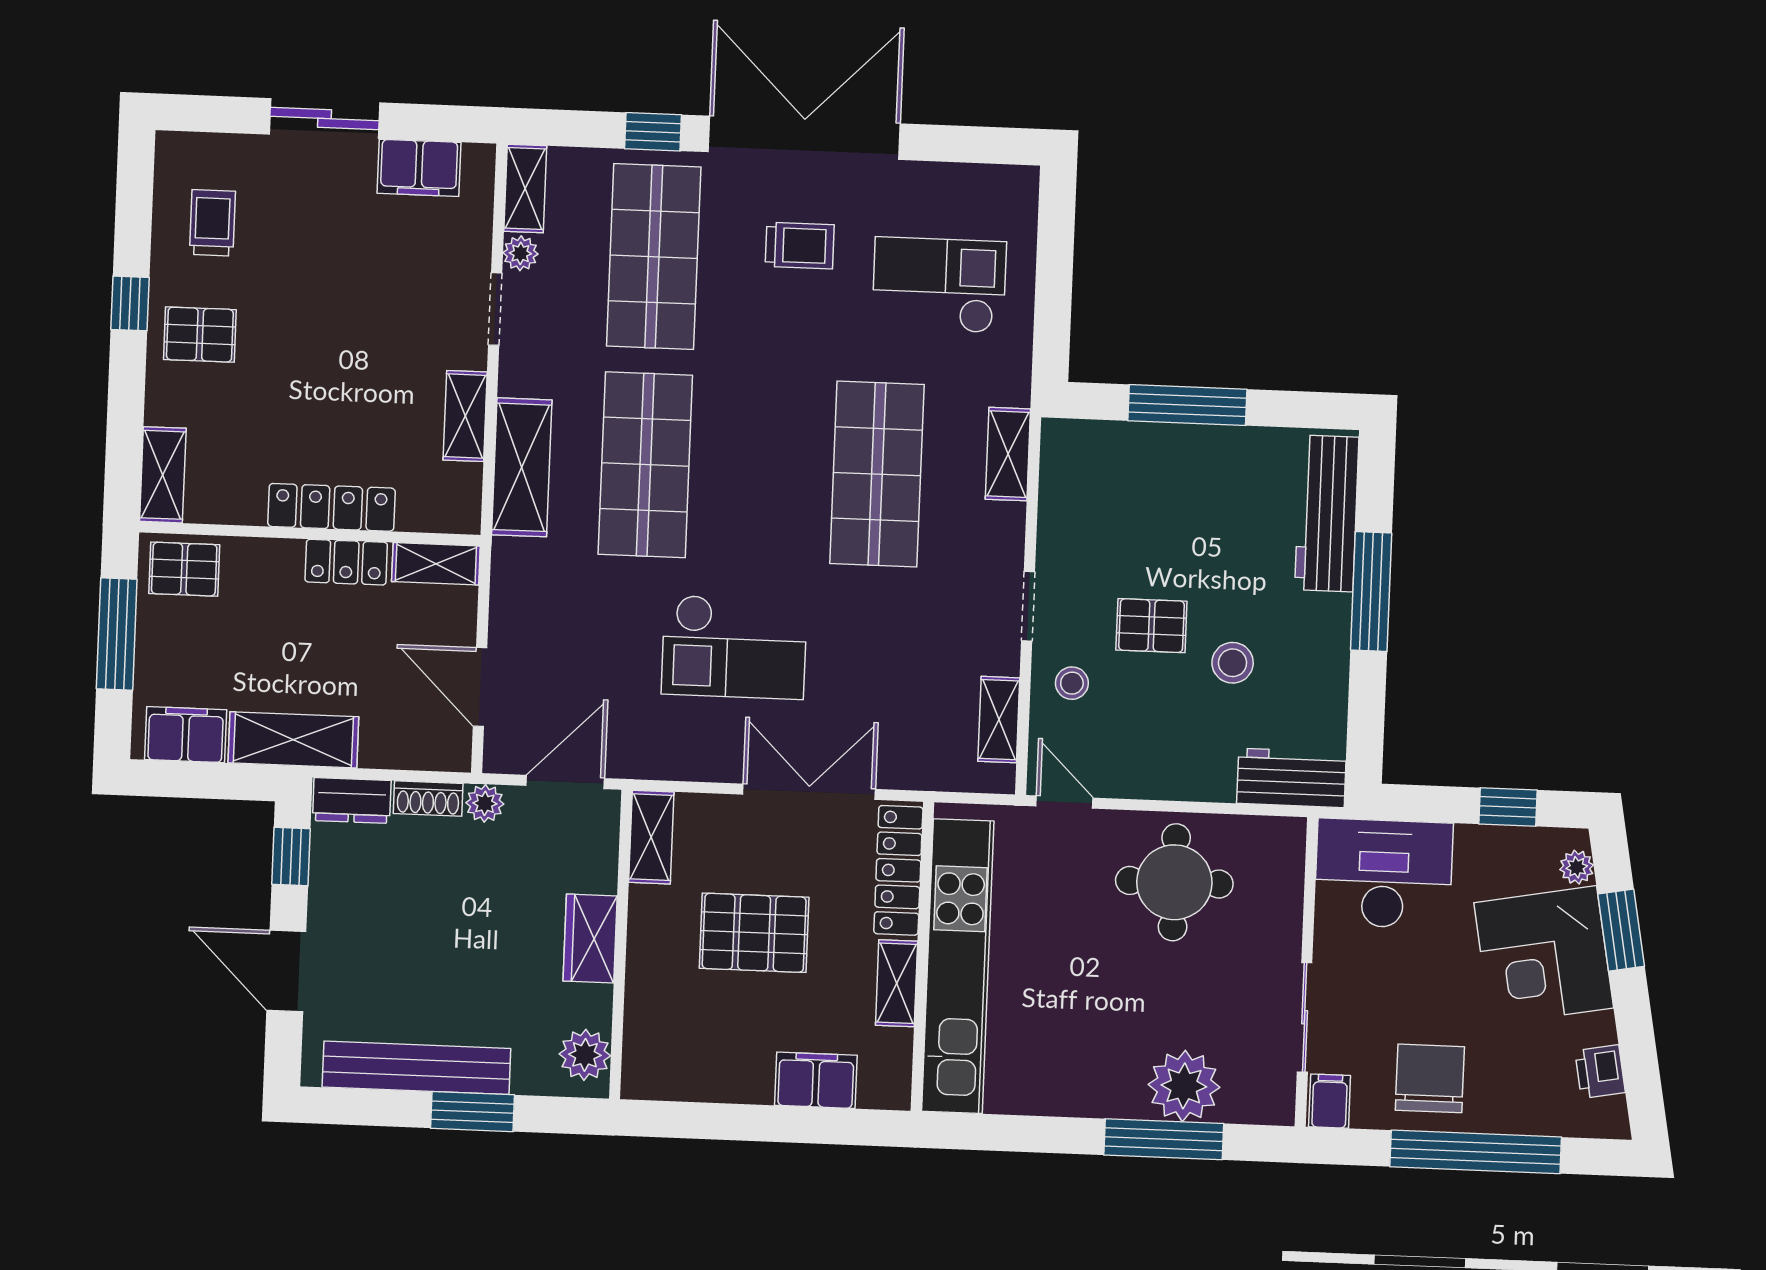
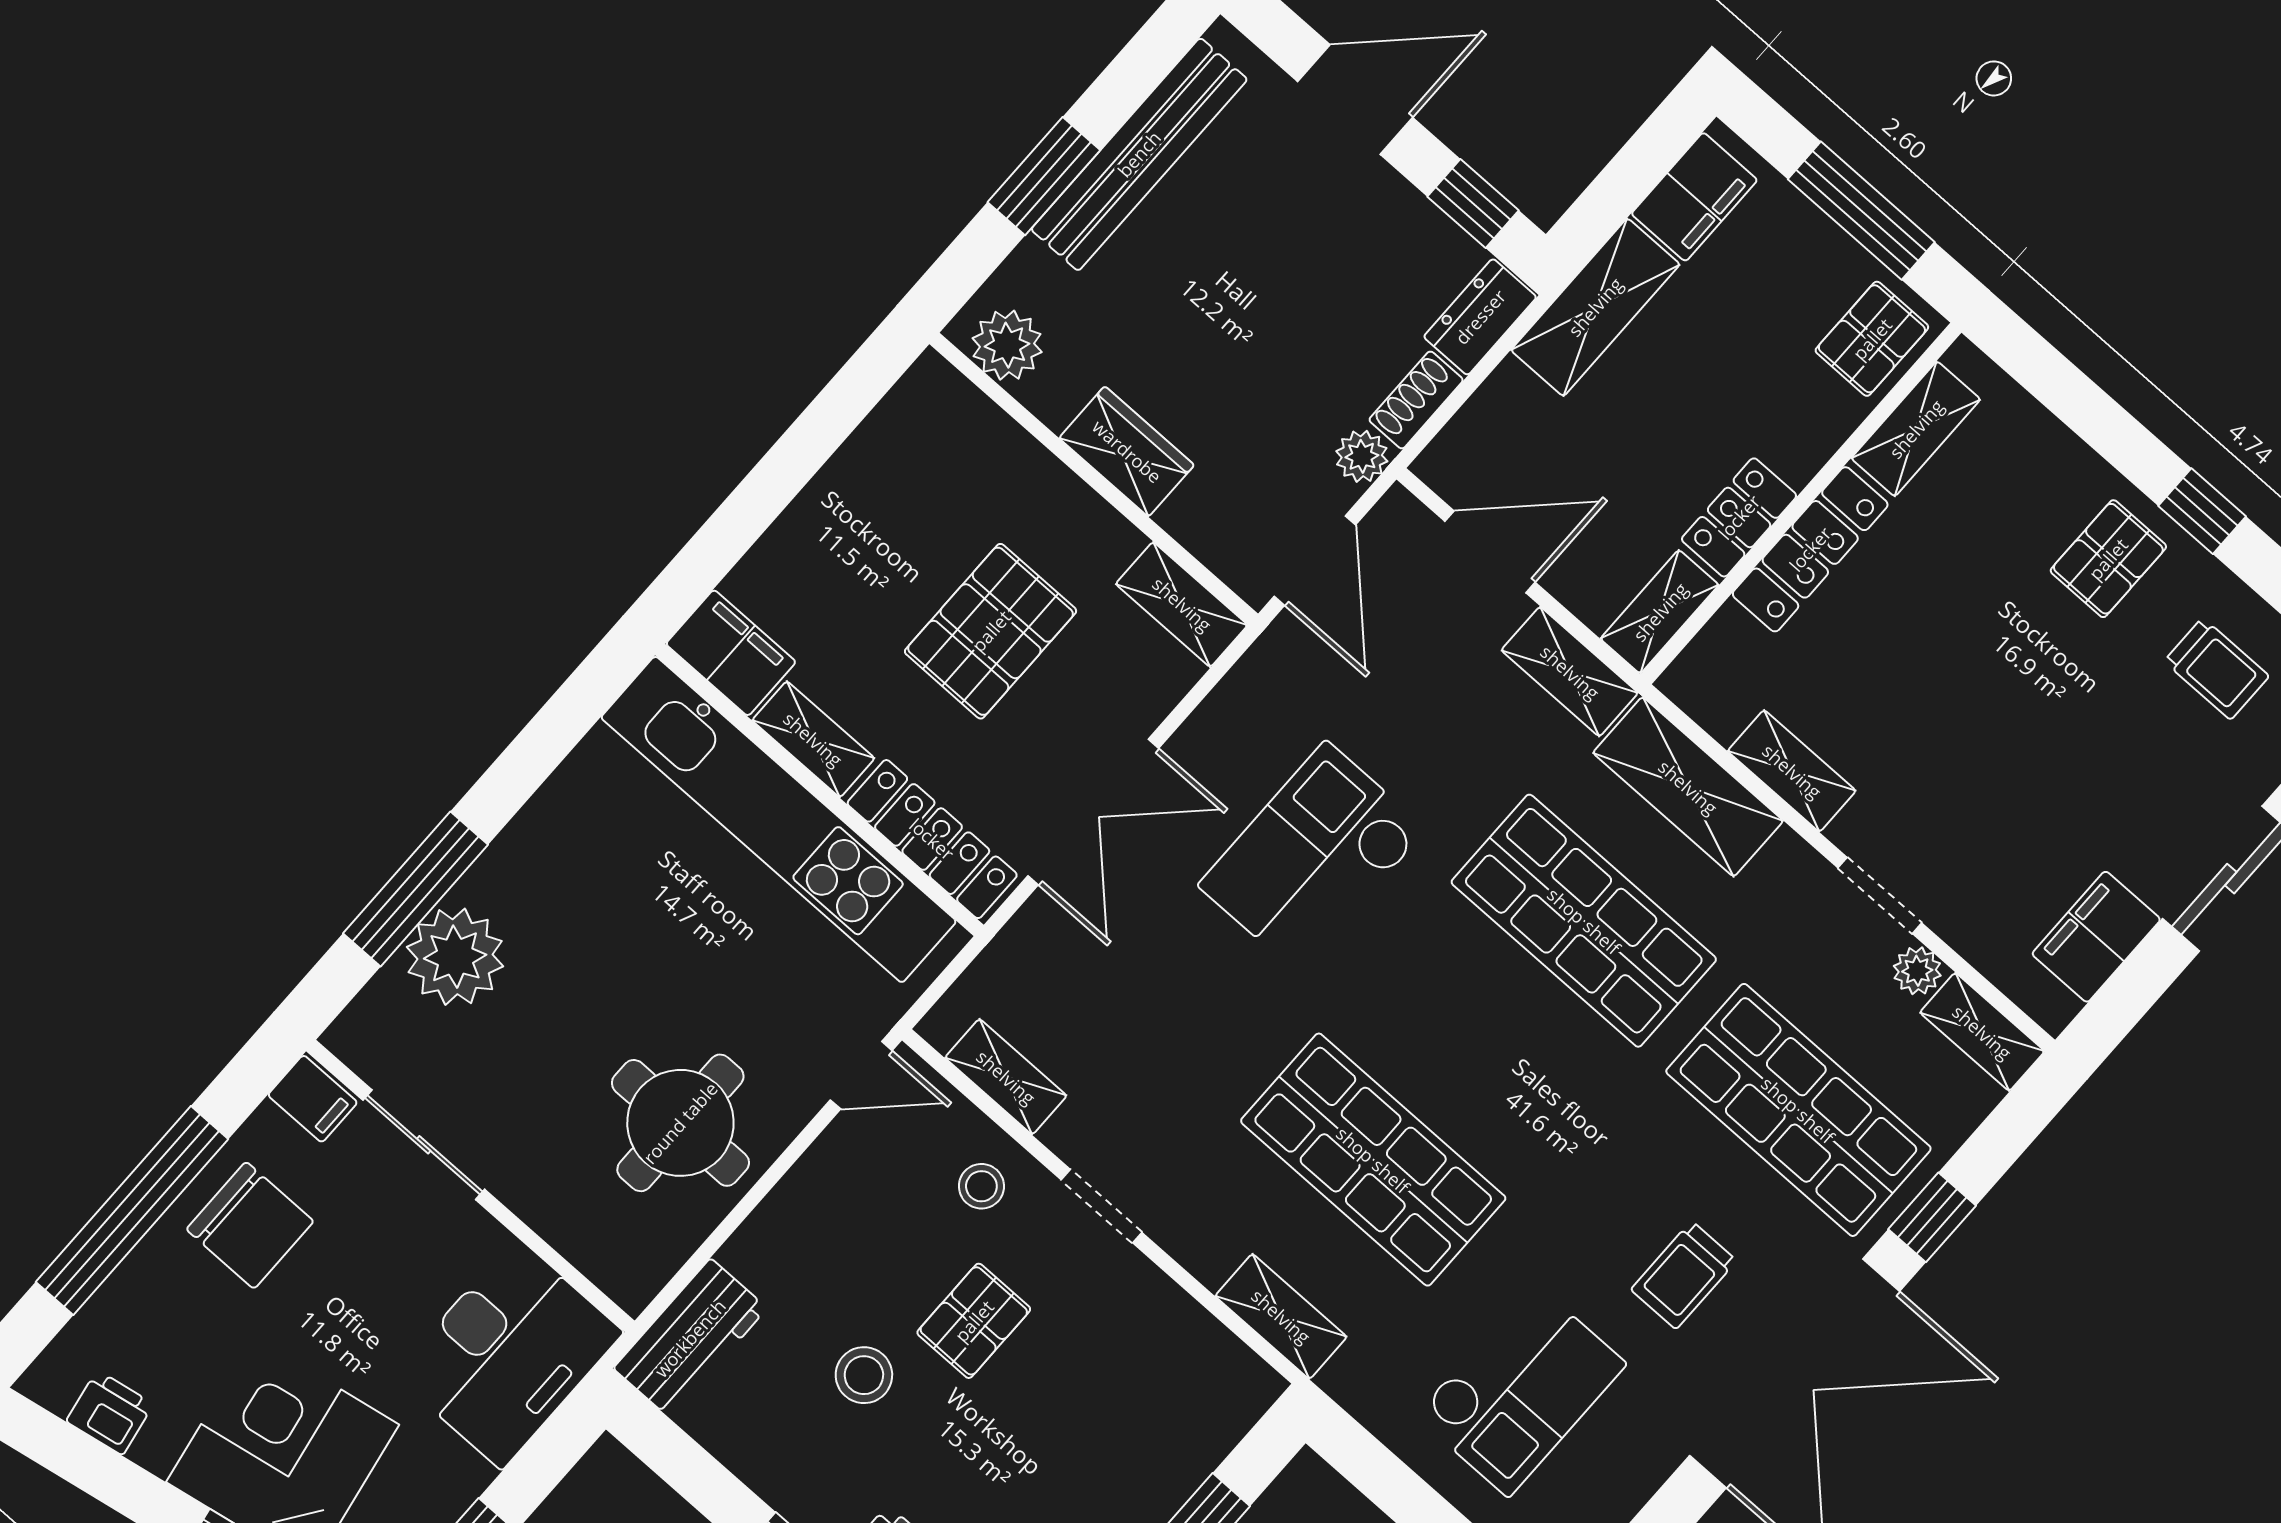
shelving: (163, 475) -> (1916, 429), moved, turned 90
shelving: (511, 587) -> (1570, 672), added
filing cabinet: (816, 1080) -> (731, 653), moved, turned -90

